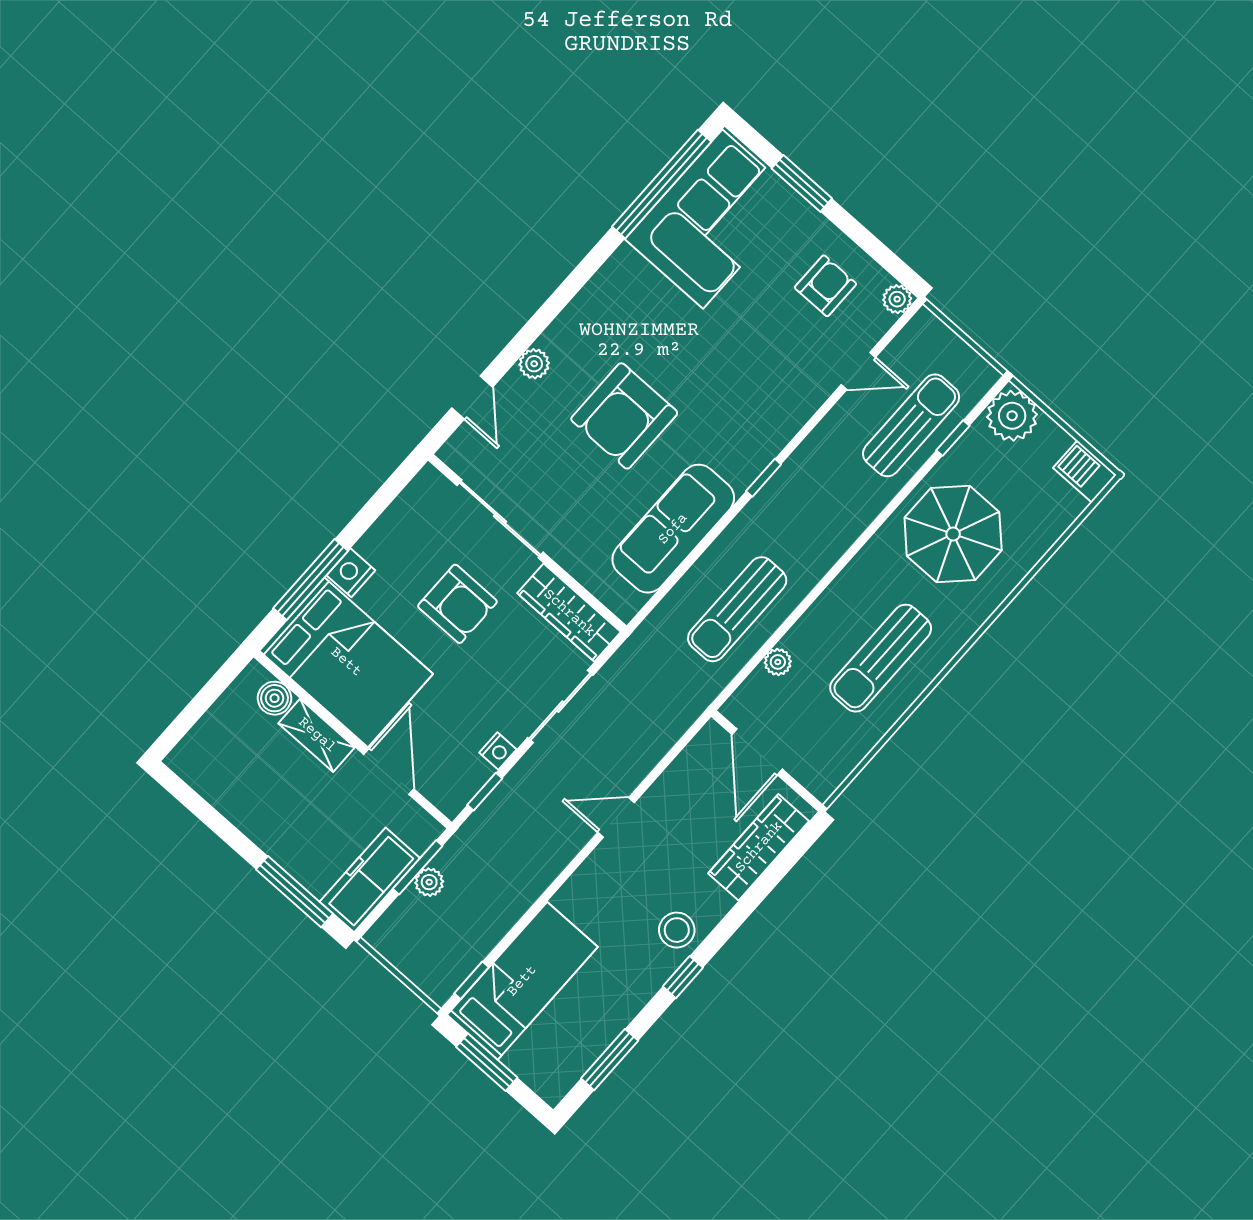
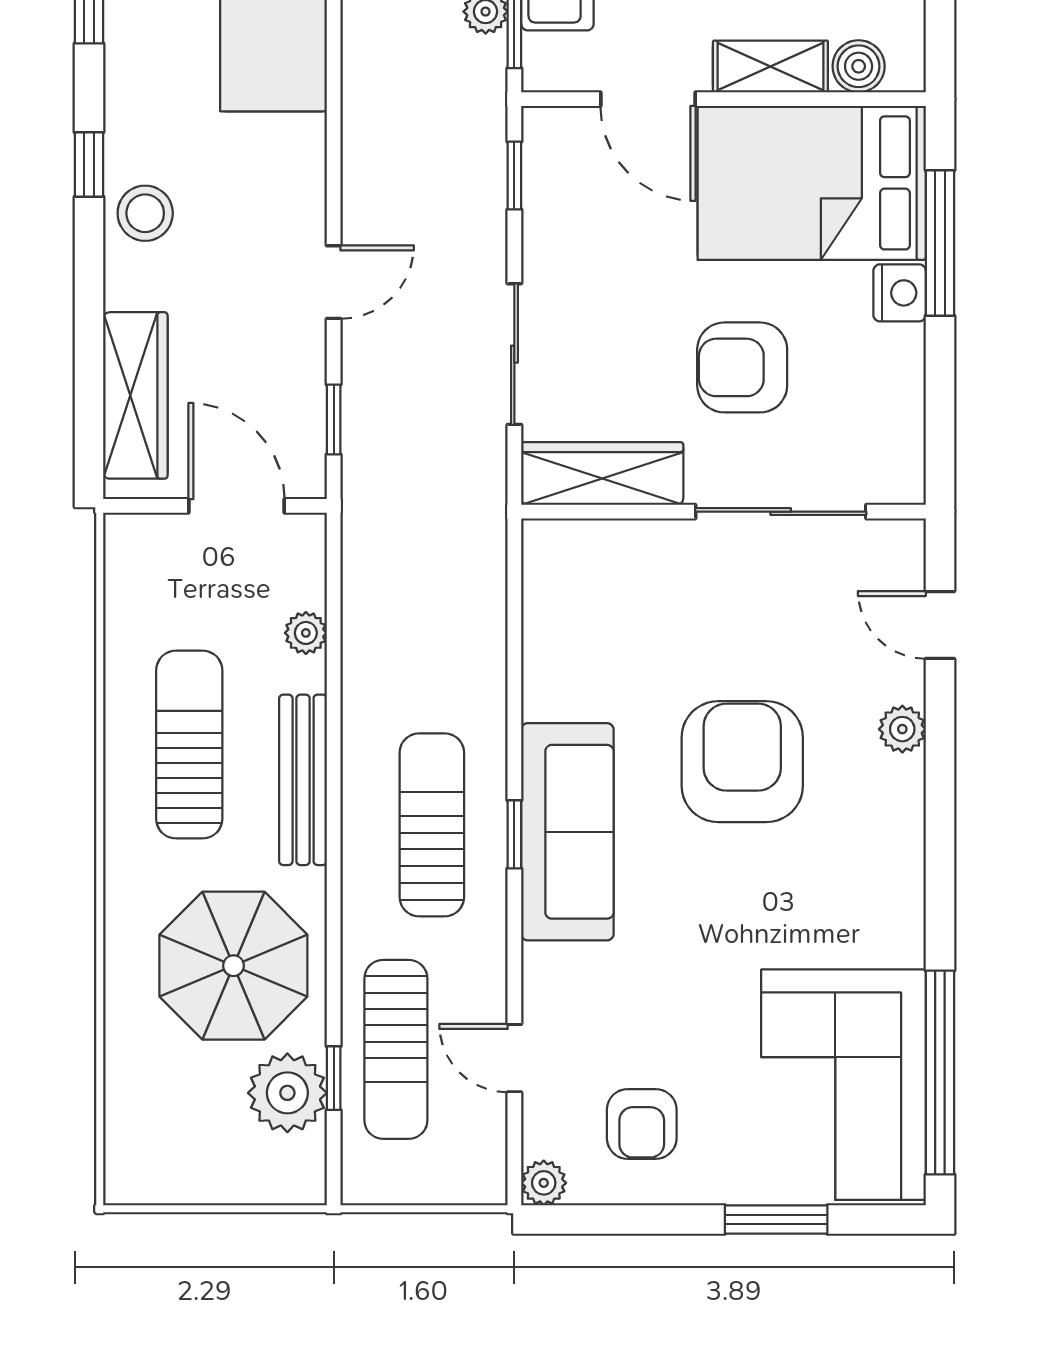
door: (858, 371) -> (514, 1058), hinge flipped
plant: (1012, 416) -> (287, 1093), moved
barbecue: (1085, 471) -> (144, 1176), removed
sofa: (673, 529) -> (567, 832), moved
bench: (841, 593) -> (303, 780), added
sun lounger: (737, 609) -> (432, 825), moved
nightstand: (498, 751) -> (542, 237), removed
window: (674, 752) -> (334, 419), added

